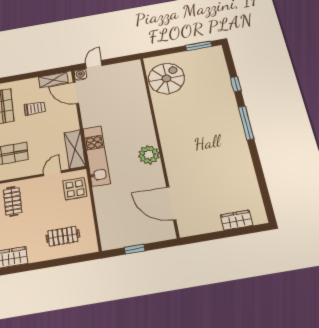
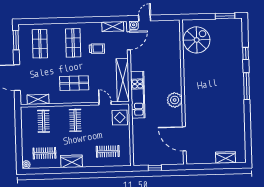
door: (76, 93) -> (129, 41), swing flipped
shelving: (75, 149) -> (123, 80), width x1.47
door: (52, 173) -> (105, 103), hinge flipped

